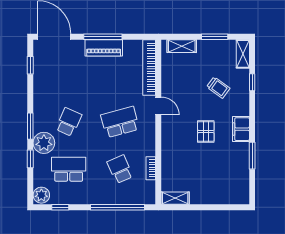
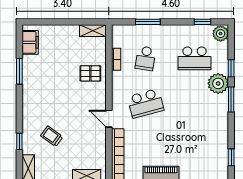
school desk: (69, 122) -> (194, 103), removed
filing cabinet: (241, 129) -> (30, 42), moved
pallet: (206, 132) -> (90, 73), moved, turned 90
school desk: (120, 169) -> (146, 58), turned 33
window: (117, 207) -> (148, 22), width x0.47

